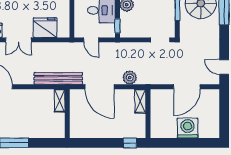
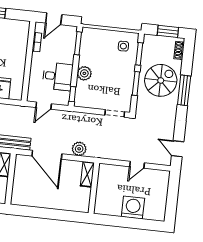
door: (91, 40) -> (44, 106), hinge flipped
door: (187, 87) -> (137, 165), width x0.53
window: (130, 143) -> (72, 216), removed

